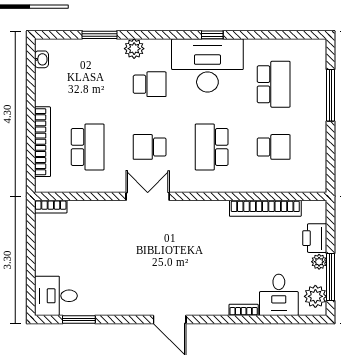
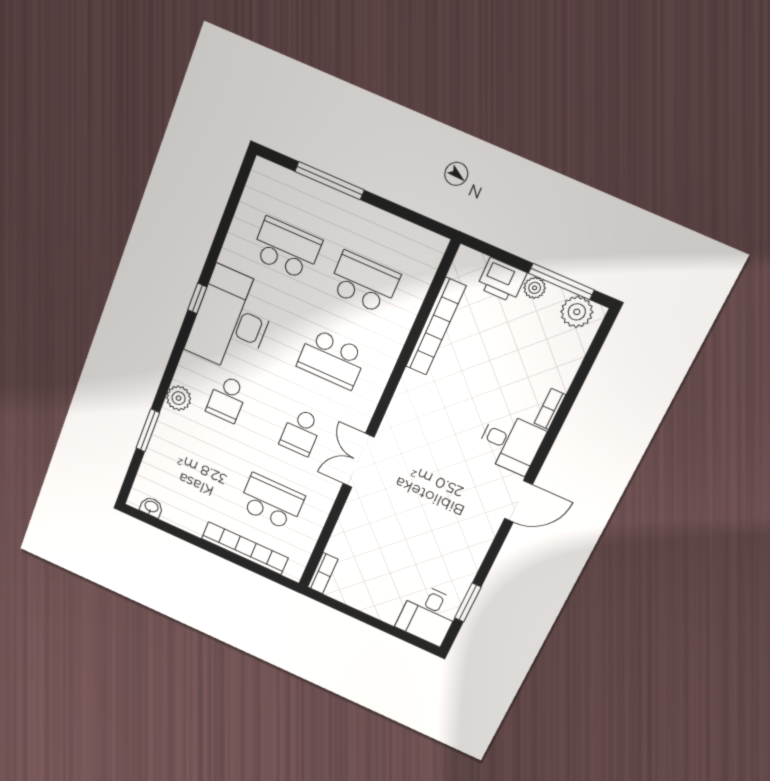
school desk: (150, 84) -> (227, 399), turned 180
school desk: (274, 147) -> (364, 283), width x1.85
desk: (279, 295) -> (510, 443), moved

